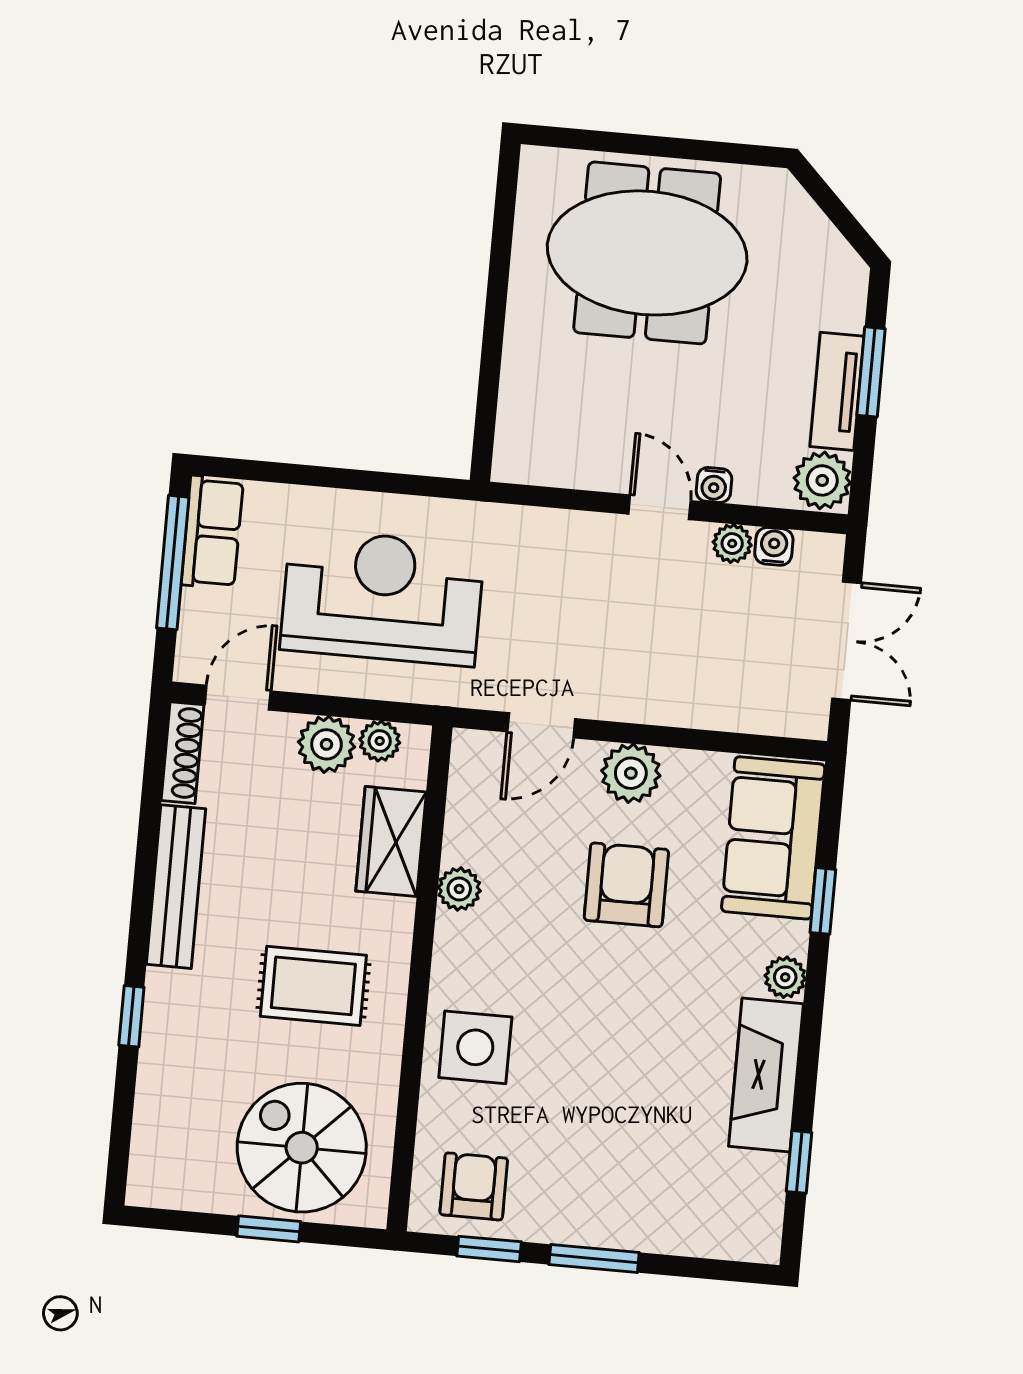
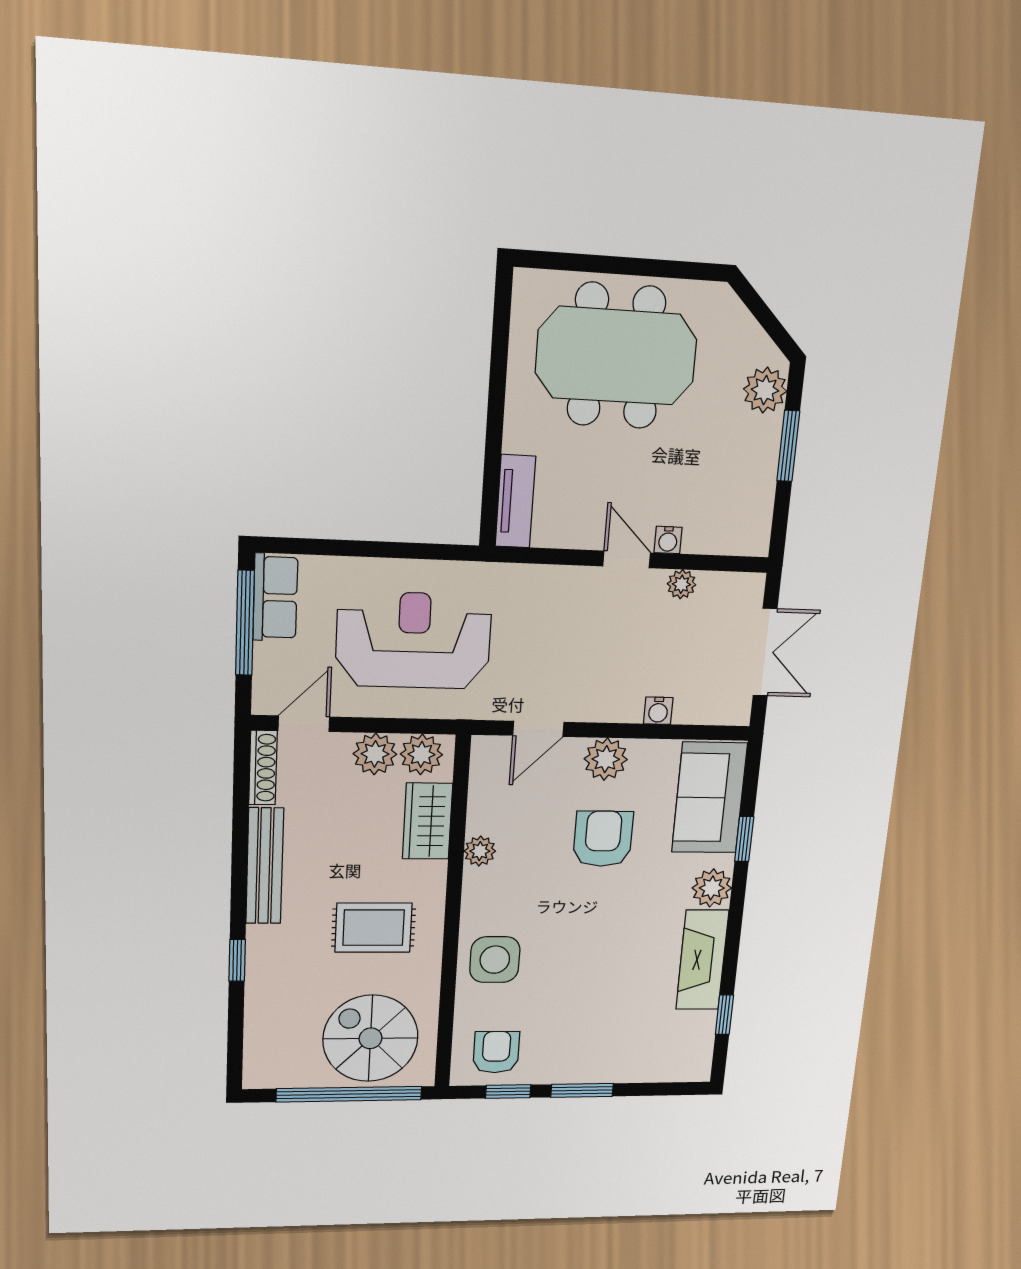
tv unit: (837, 391) -> (515, 501), moved, turned 180
plant: (822, 480) -> (765, 390), moved
water cooler: (774, 546) -> (658, 711), moved, turned 180
plant: (380, 741) -> (421, 754), width x1.38, depth x1.38
plant: (785, 977) -> (712, 888), width x1.38, depth x1.38
window: (269, 1229) -> (349, 1094), width x3.17

